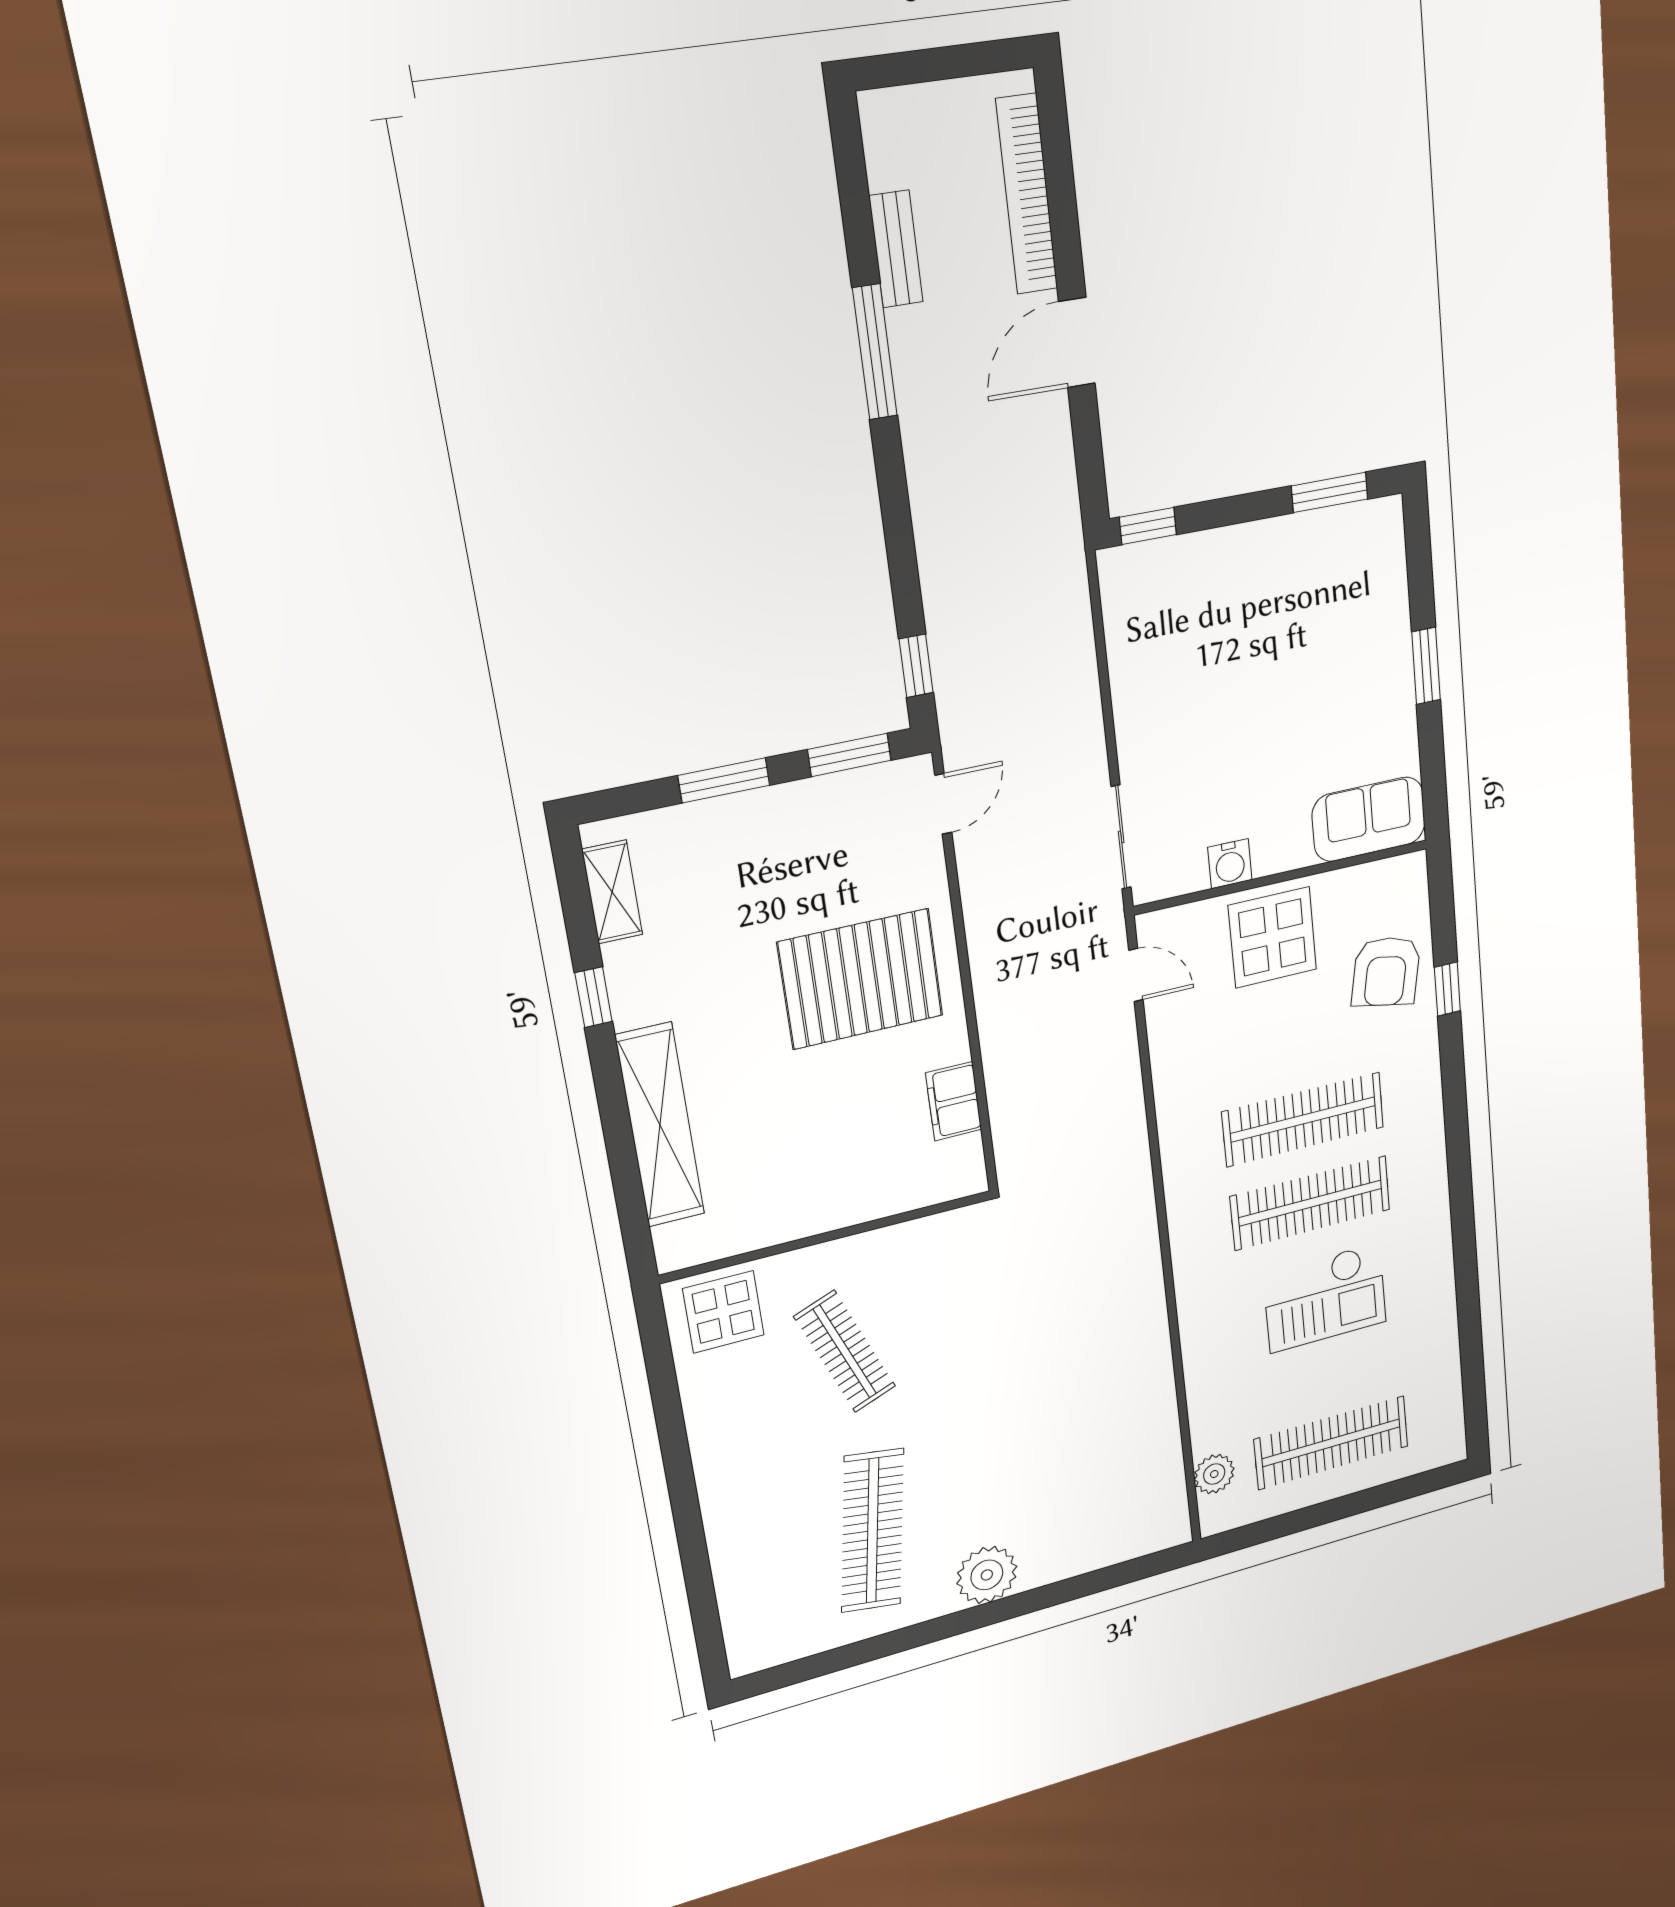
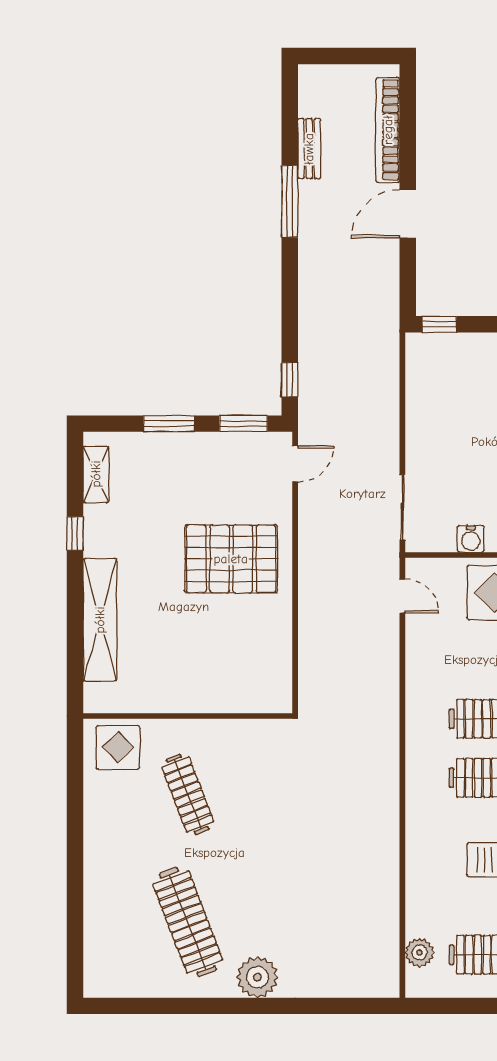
filing cabinet: (954, 1101) -> (277, 649), removed
clothes rail: (872, 1531) -> (188, 922), turned -30

